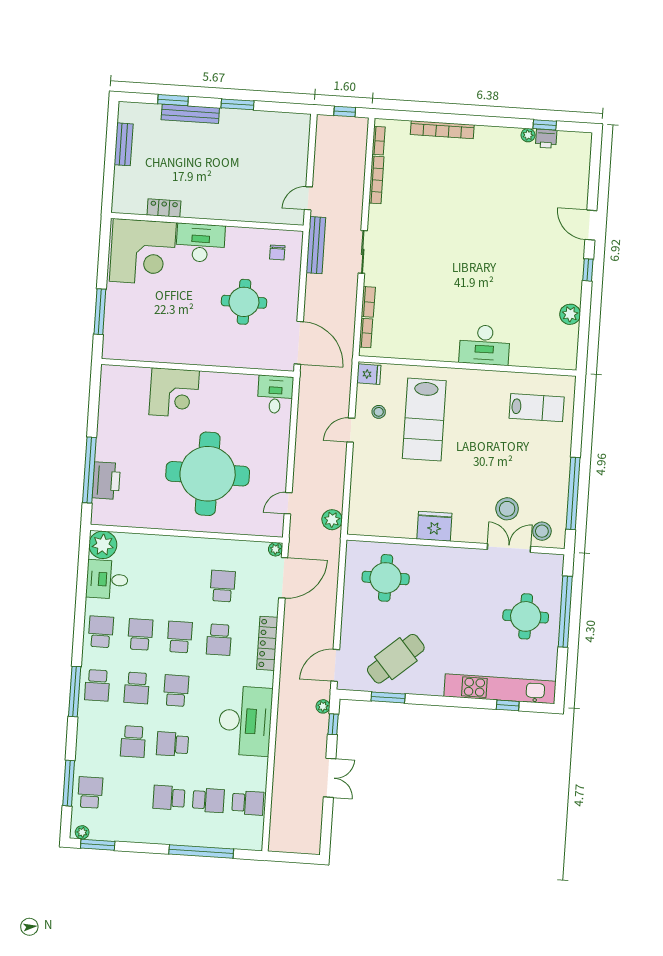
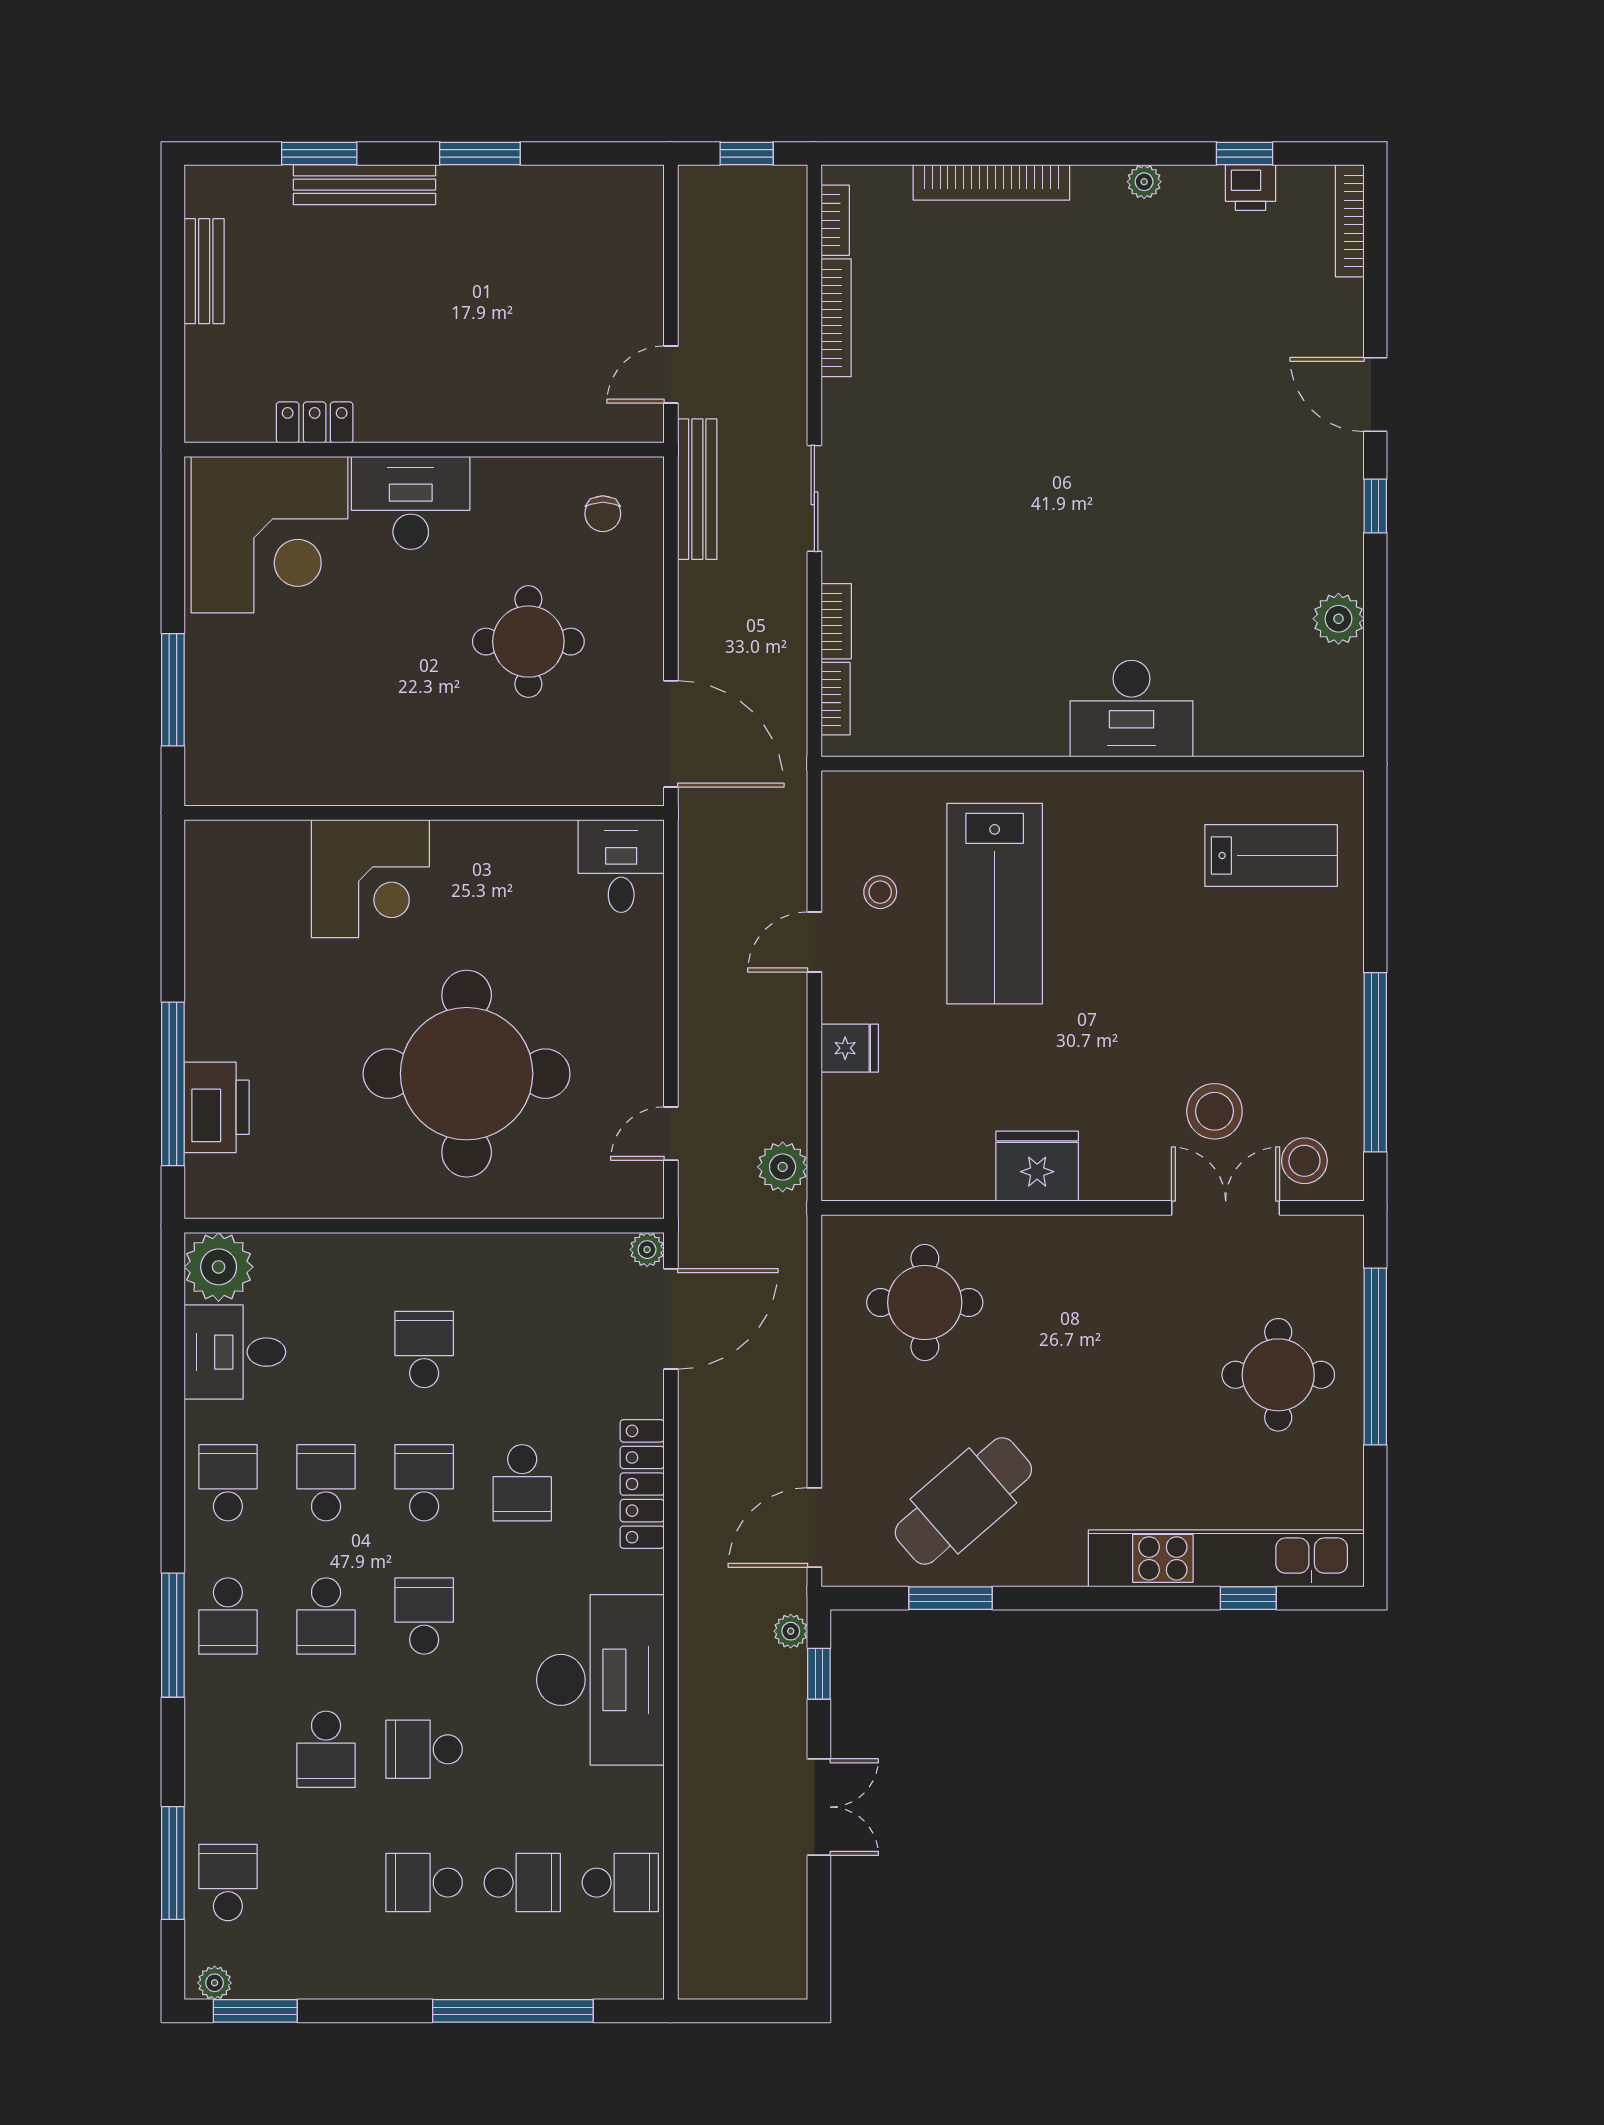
plant: (528, 135) -> (1144, 182), moved
bookcase: (585, 155) -> (1350, 221), added
fridge: (369, 374) -> (850, 1048), moved
school desk: (223, 586) -> (424, 1349), moved

